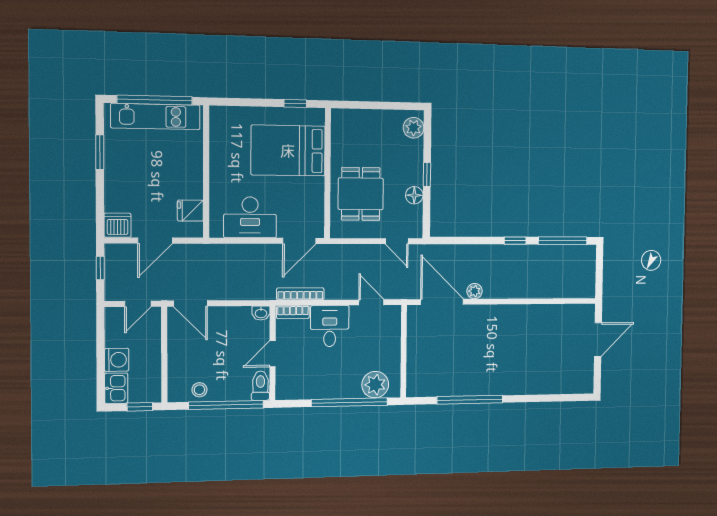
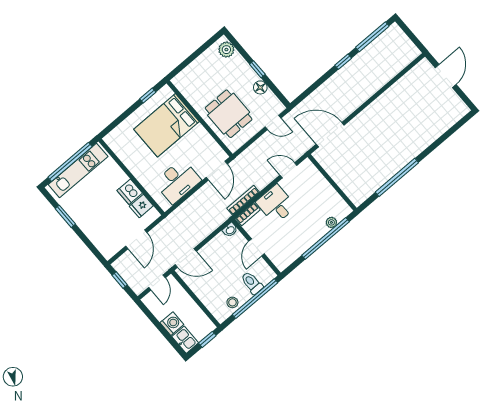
dishwasher: (118, 225) -> (130, 192), moved, turned -90
plant: (475, 291) -> (344, 112), removed
plant: (375, 385) -> (331, 222), width x0.53, depth x0.53
toilet: (260, 386) -> (252, 283), moved

